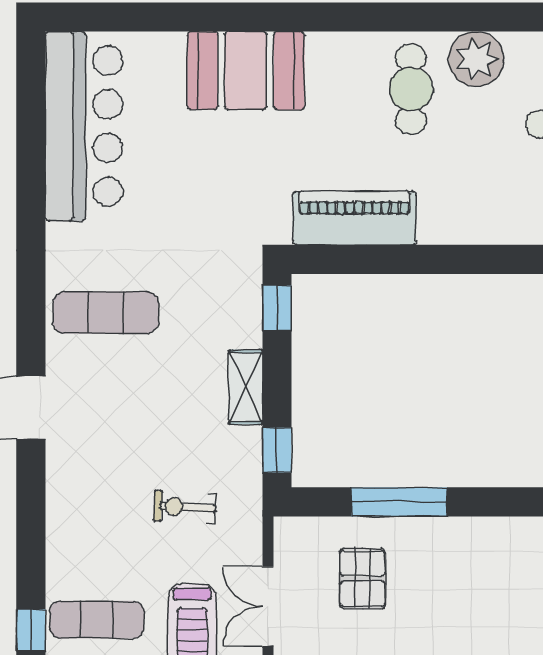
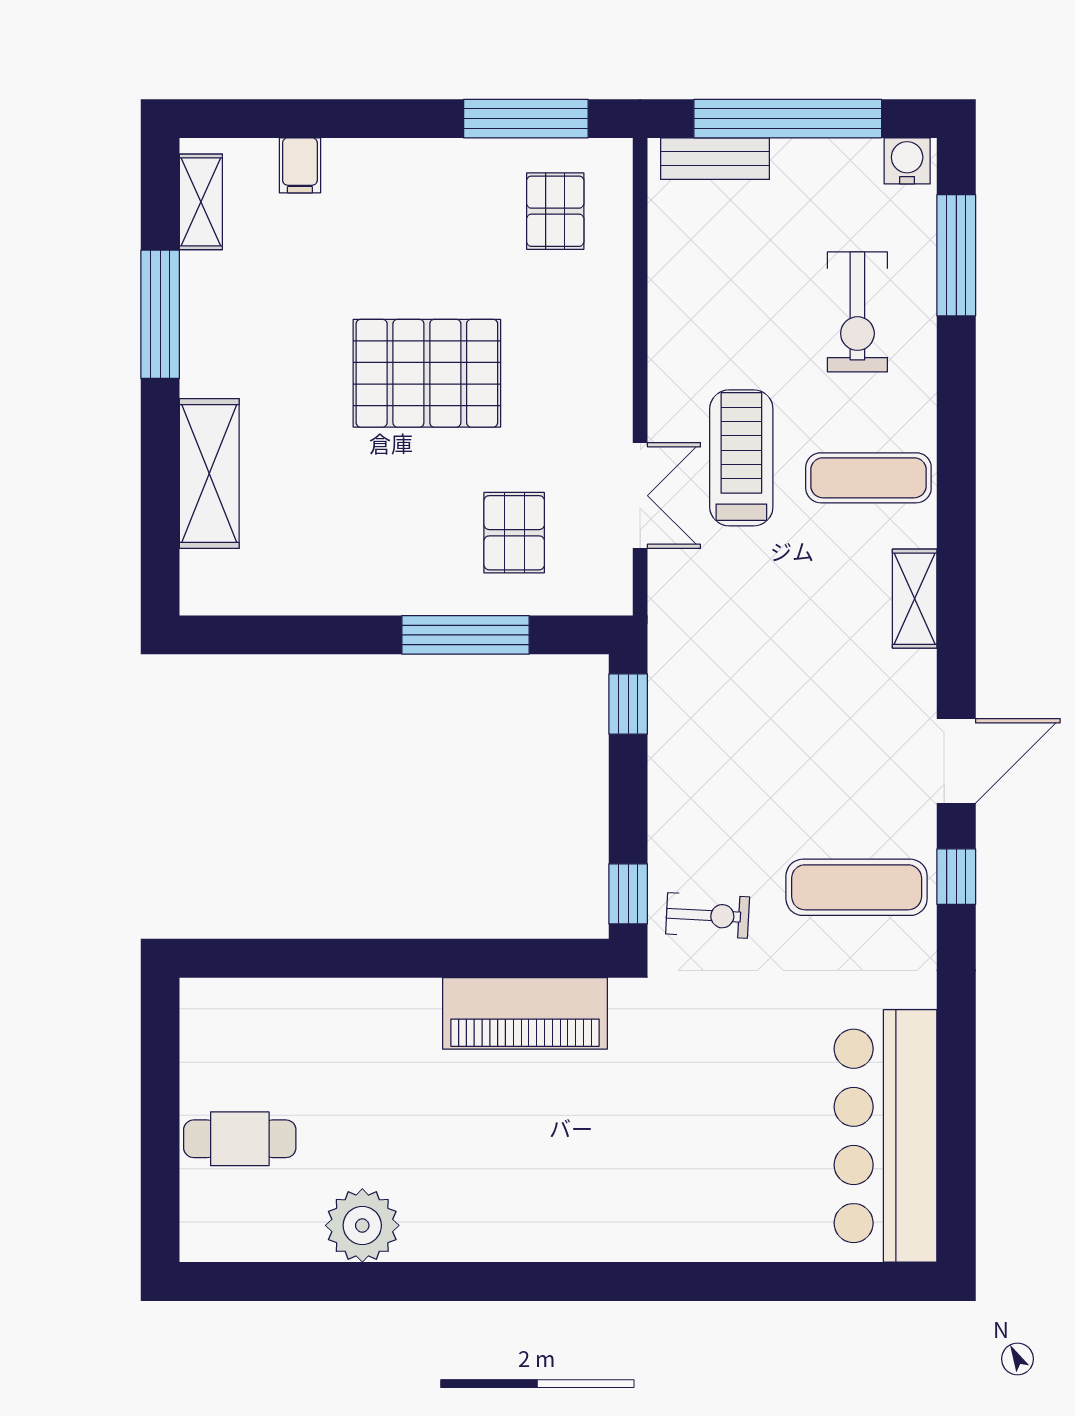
booth: (246, 71) -> (670, 1210), removed
cafe table: (411, 89) -> (450, 1185), removed
shelving: (246, 387) -> (915, 599), moved
exercise bike: (185, 507) -> (708, 915), moved
window: (31, 630) -> (956, 877), moved

